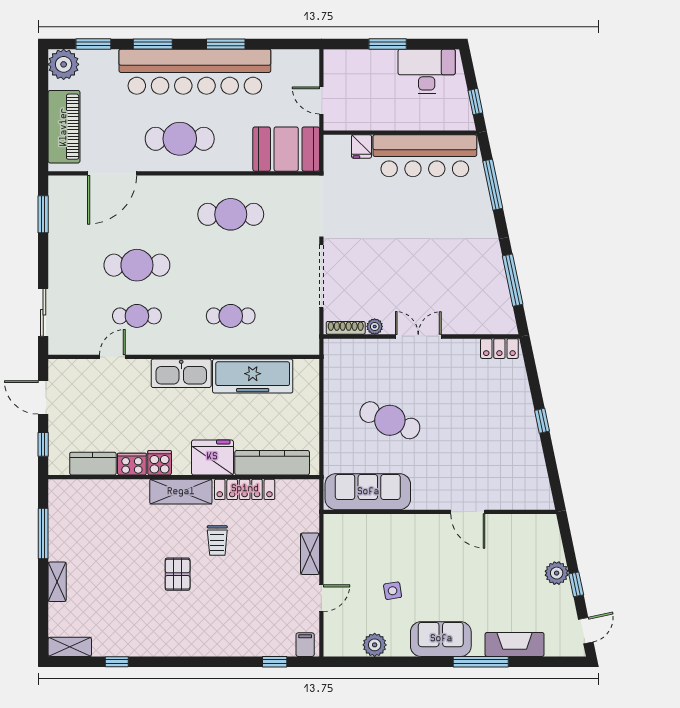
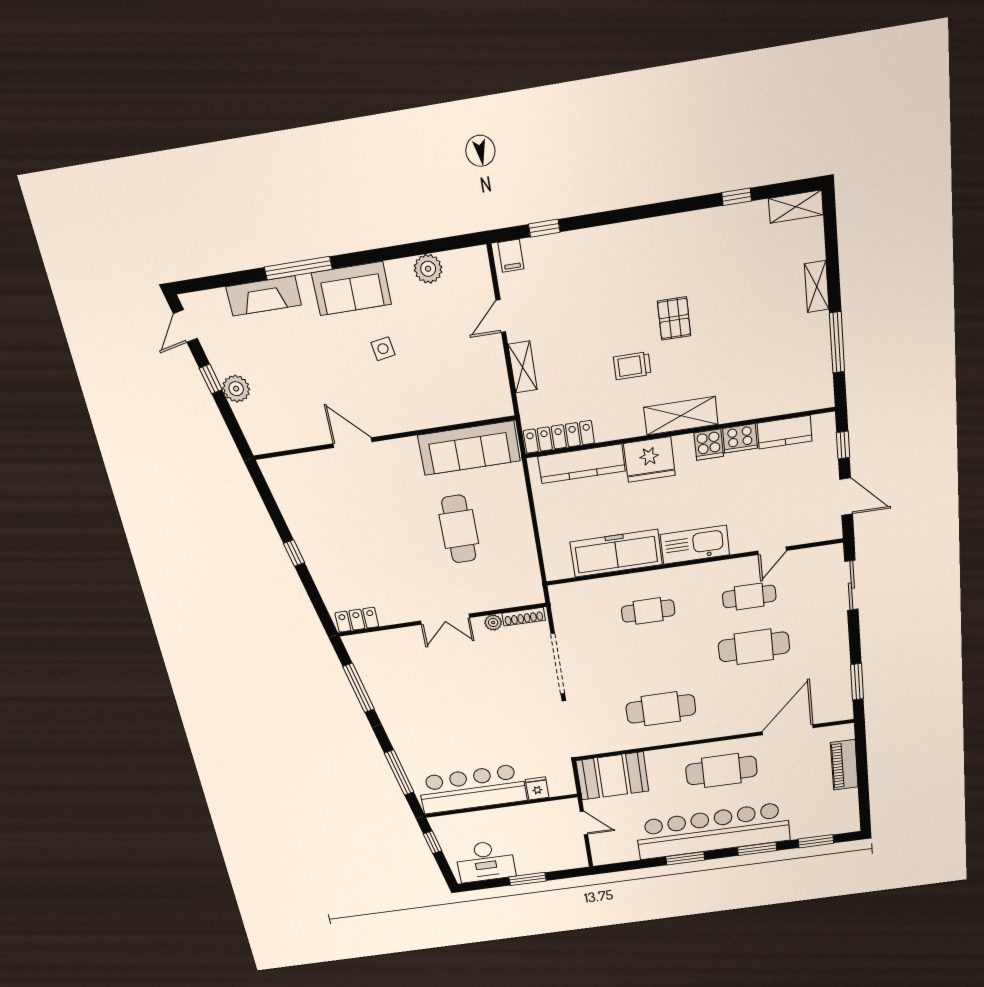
plant: (64, 64) -> (844, 820), removed
piano: (64, 127) -> (844, 765), width x0.73, depth x0.75
cafe table: (390, 420) -> (459, 529), turned 68
locker: (245, 489) -> (559, 437), moved
trolley: (217, 541) -> (632, 366), turned -90
side table: (393, 591) -> (383, 349), moved

